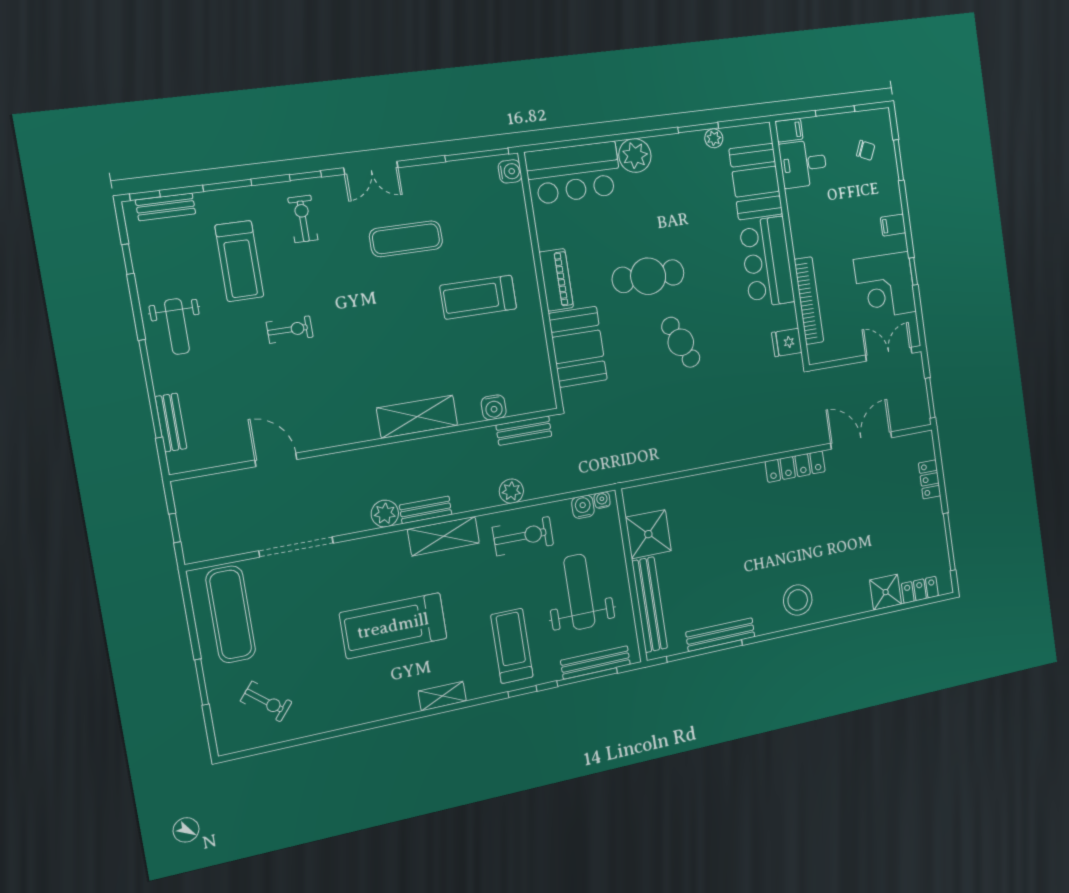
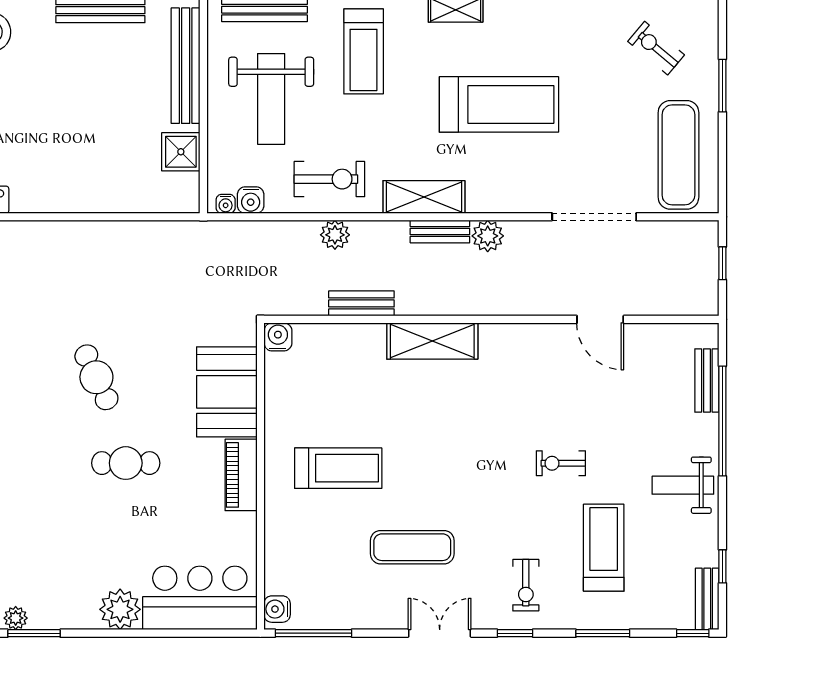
bench: (166, 207) -> (707, 599), moved, turned 90
cafe table: (648, 276) -> (126, 463), width x0.73, depth x0.74
weight bench: (177, 327) -> (683, 485), turned -90
water cooler: (494, 407) -> (278, 337), moved
bench: (524, 431) -> (361, 303), moved
shower: (648, 534) -> (181, 152), width x0.73, depth x0.73
exercise bike: (523, 536) -> (329, 179), turned 180

